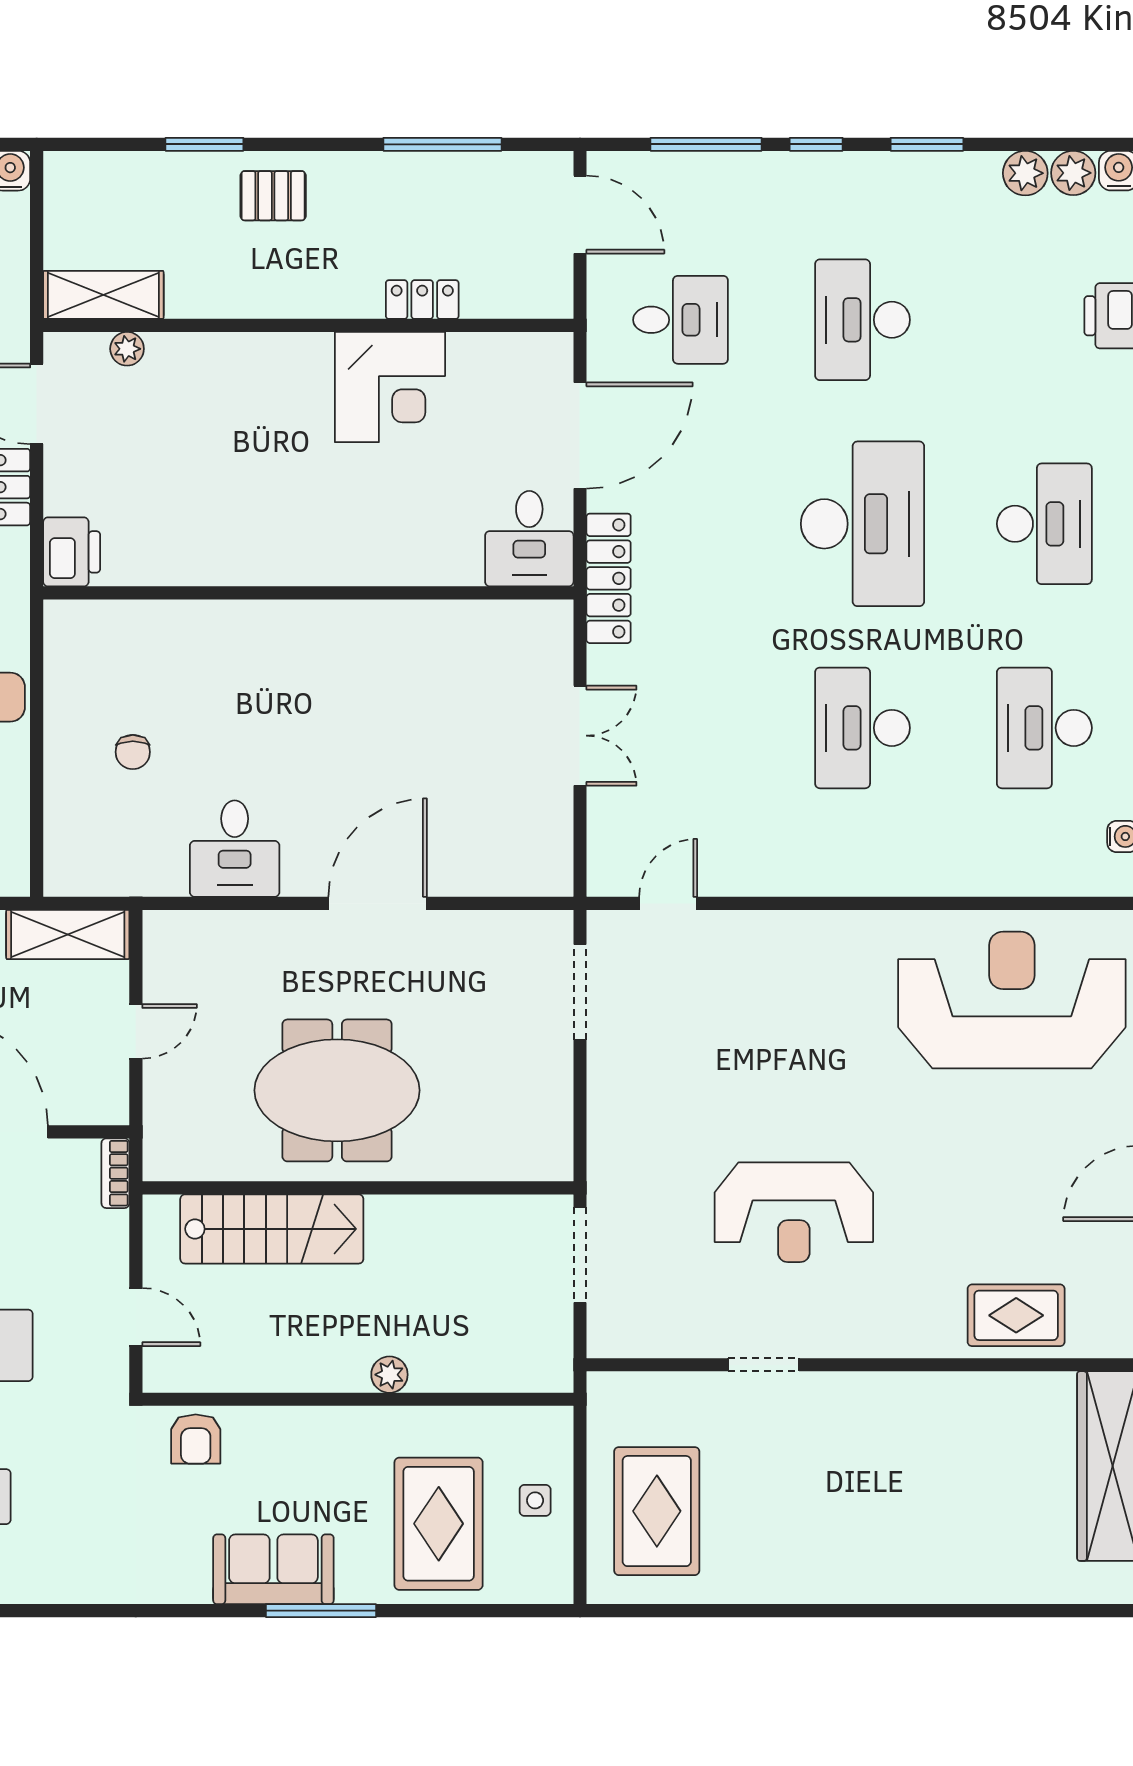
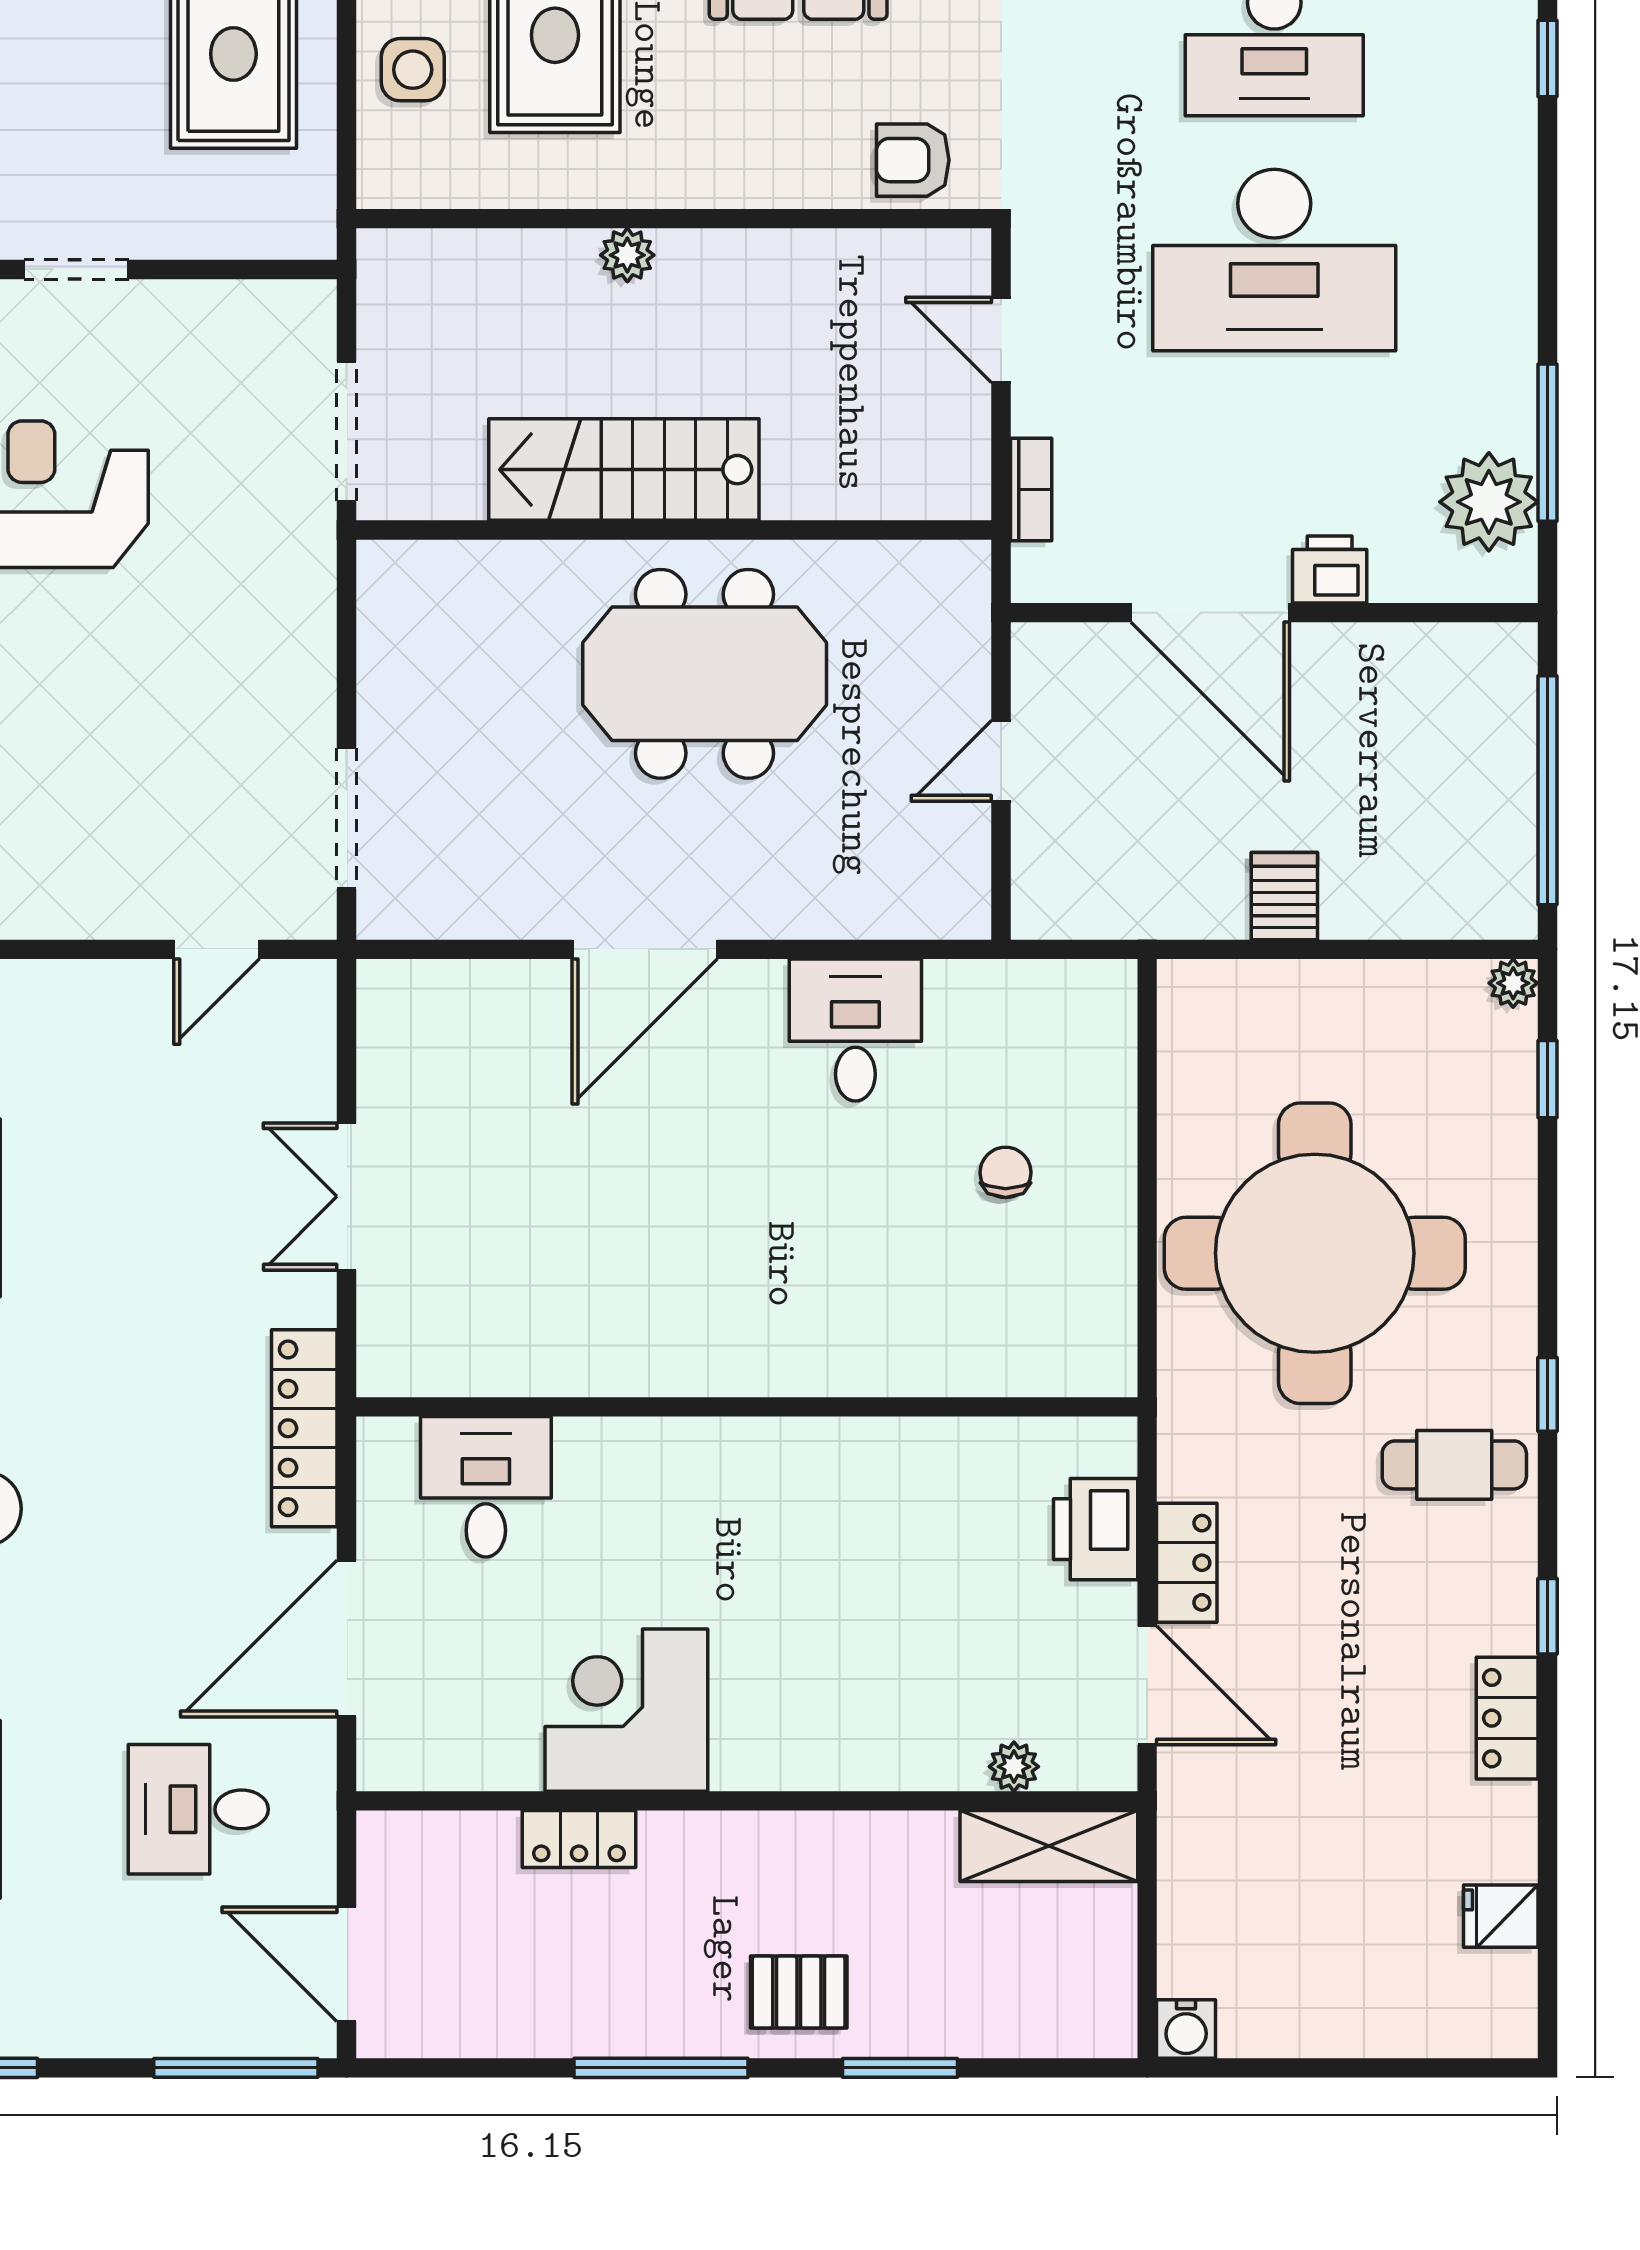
window: (442, 144) -> (661, 2068), moved
window: (706, 144) -> (236, 2068), moved
desk: (529, 539) -> (486, 1487), moved
printer: (72, 552) -> (1096, 1529), moved
shelving: (68, 934) -> (1101, 904), removed
bookcase: (115, 1173) -> (1031, 490), moved
stairs: (272, 1229) -> (624, 470), moved
armchair: (196, 1439) -> (913, 160), turned -90
side table: (535, 1500) -> (413, 70), width x1.37, depth x1.37

